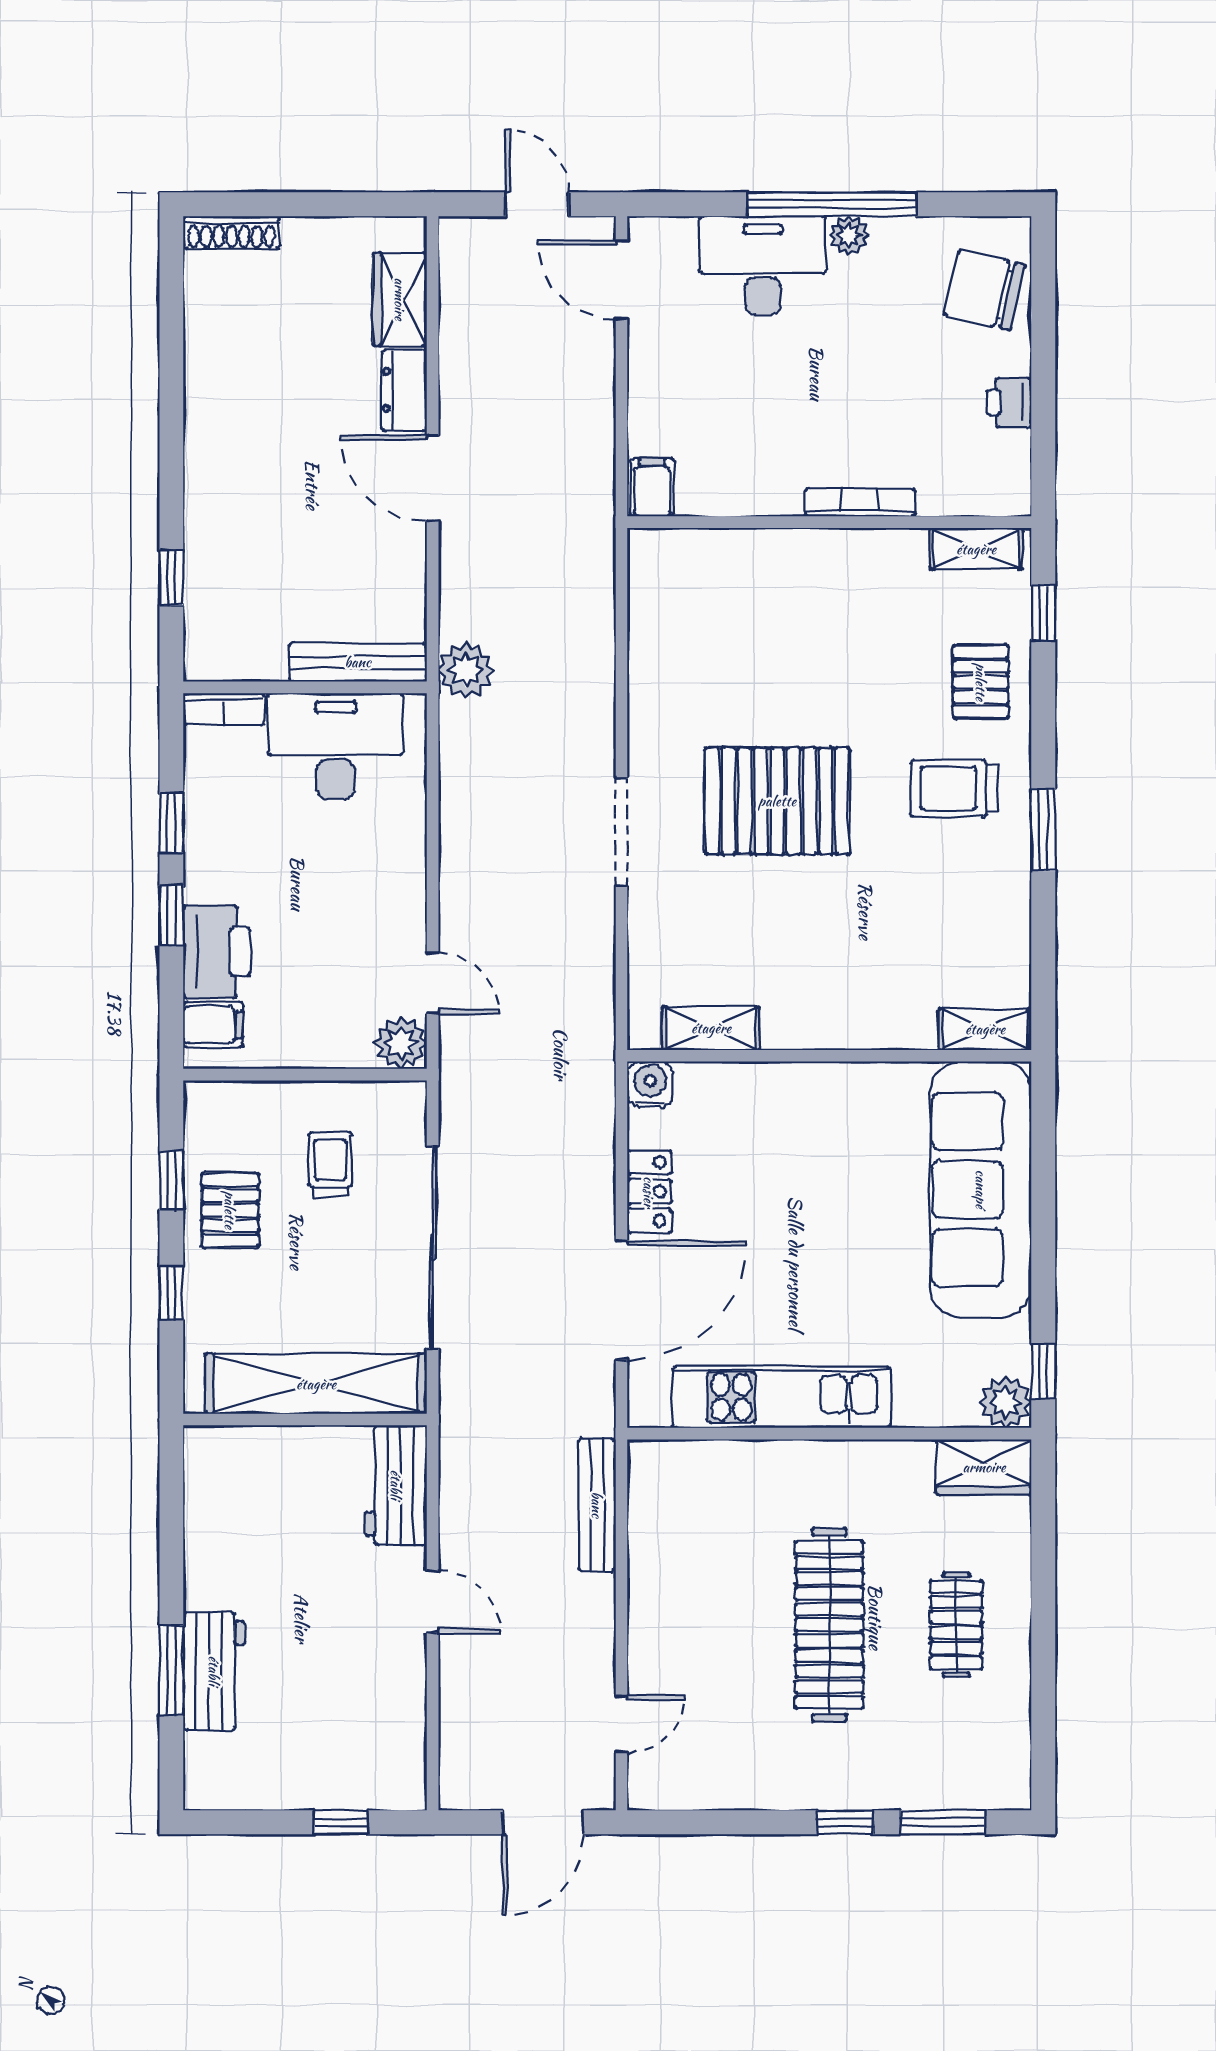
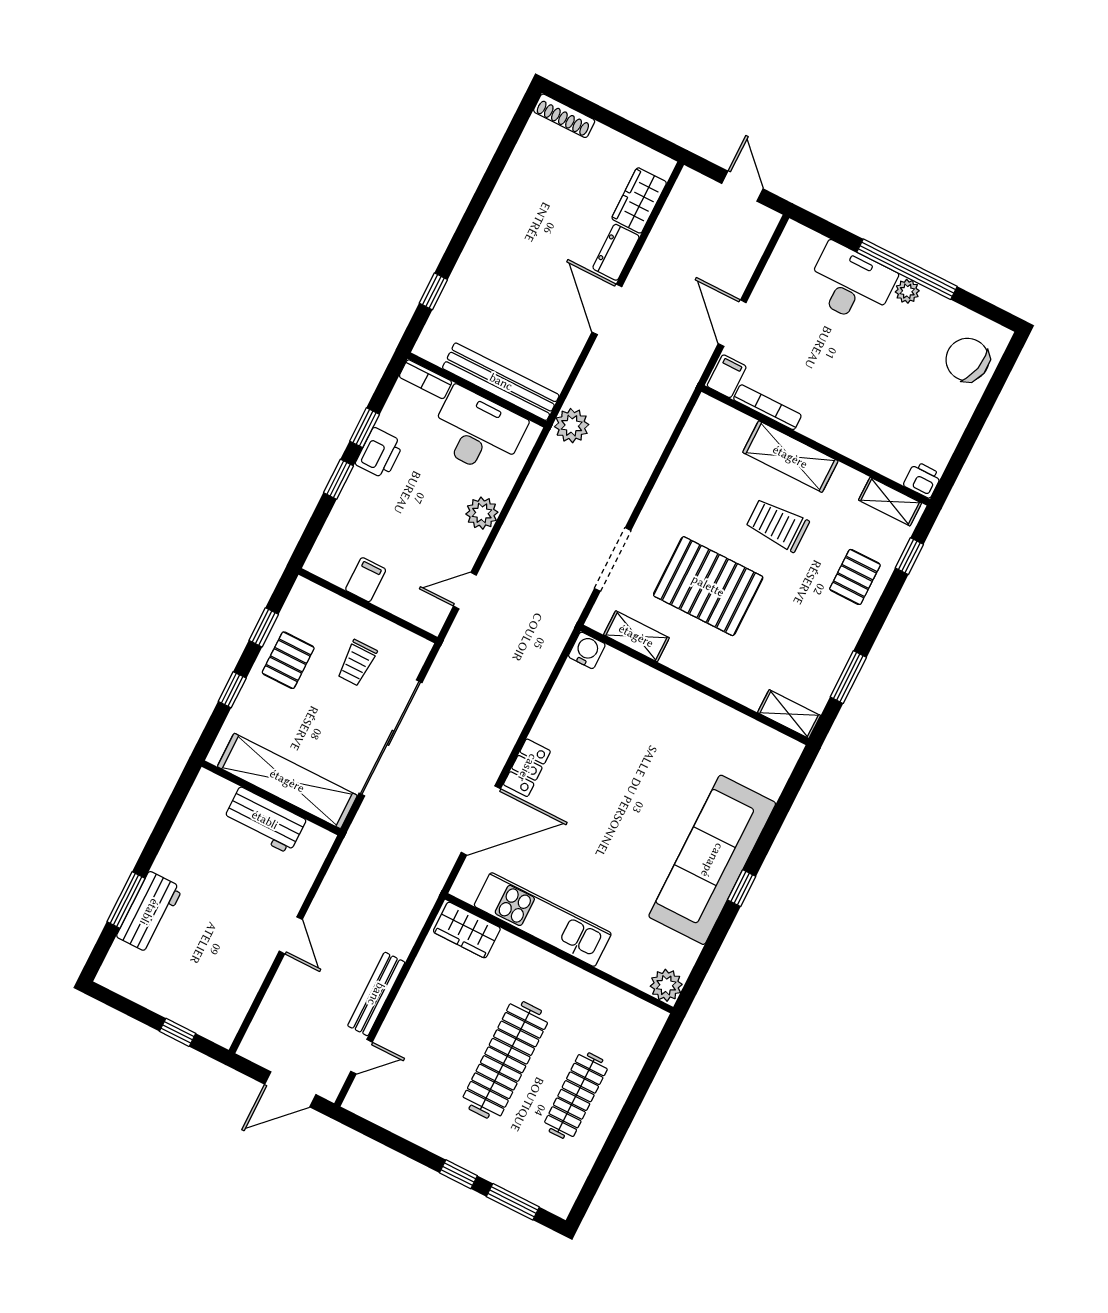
door: (622, 280) -> (732, 323), moved
printer: (1009, 402) -> (922, 480), moved, turned 90
bookcase: (860, 502) -> (767, 407), moved
shelving: (801, 556) -> (790, 457), added
bench: (358, 662) -> (501, 382), width x1.37, depth x1.21
trolley: (955, 788) -> (777, 525), moved
printer: (217, 952) -> (380, 453), moved, width x0.73, depth x0.84
door: (433, 983) -> (465, 591), swing flipped
filing cabinet: (213, 1025) -> (366, 580), moved, turned -90
shelving: (711, 1028) -> (636, 636), moved
shelving: (985, 1029) -> (789, 714), moved
plant: (401, 1043) -> (482, 513), moved
wall: (829, 1056) -> (695, 685), moved
water cooler: (650, 1084) -> (587, 650), moved
trolley: (330, 1164) -> (357, 663), turned 180
window: (1043, 1372) -> (742, 888), moved
wardrobe: (984, 1467) -> (467, 930), moved
workbench: (396, 1485) -> (265, 820), moved, turned -90
bench: (597, 1505) -> (376, 994), moved
clothes rail: (956, 1625) -> (576, 1096), width x1.36

